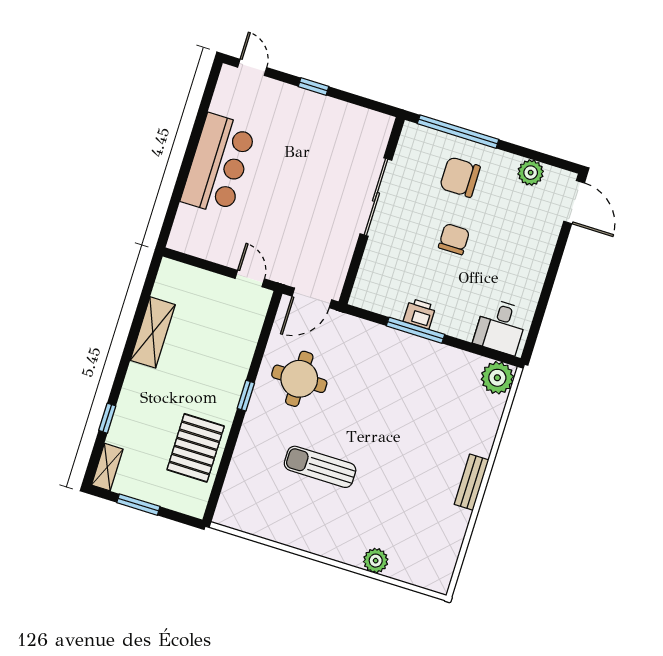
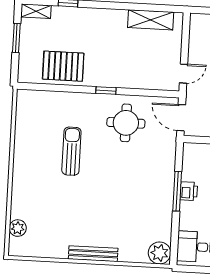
shelving: (153, 332) -> (151, 20), moved
bench: (471, 482) -> (93, 254), width x1.36
plant: (376, 561) -> (18, 228), moved

